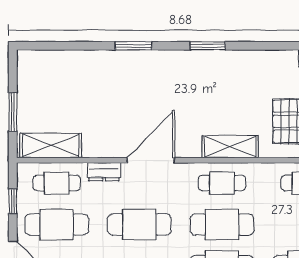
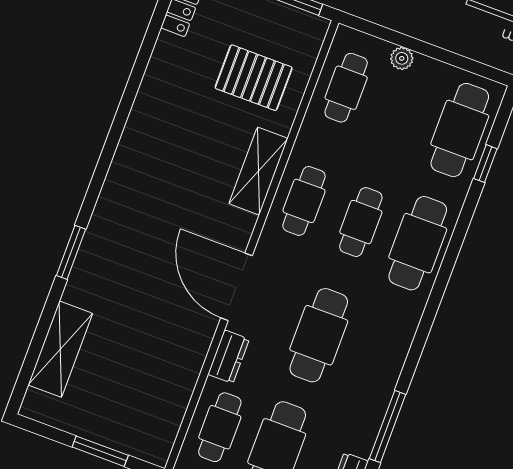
window: (208, 46) -> (109, 151), removed
shelving: (51, 146) -> (60, 349), moved
cafe table: (222, 225) -> (361, 222), width x0.73, depth x0.74

